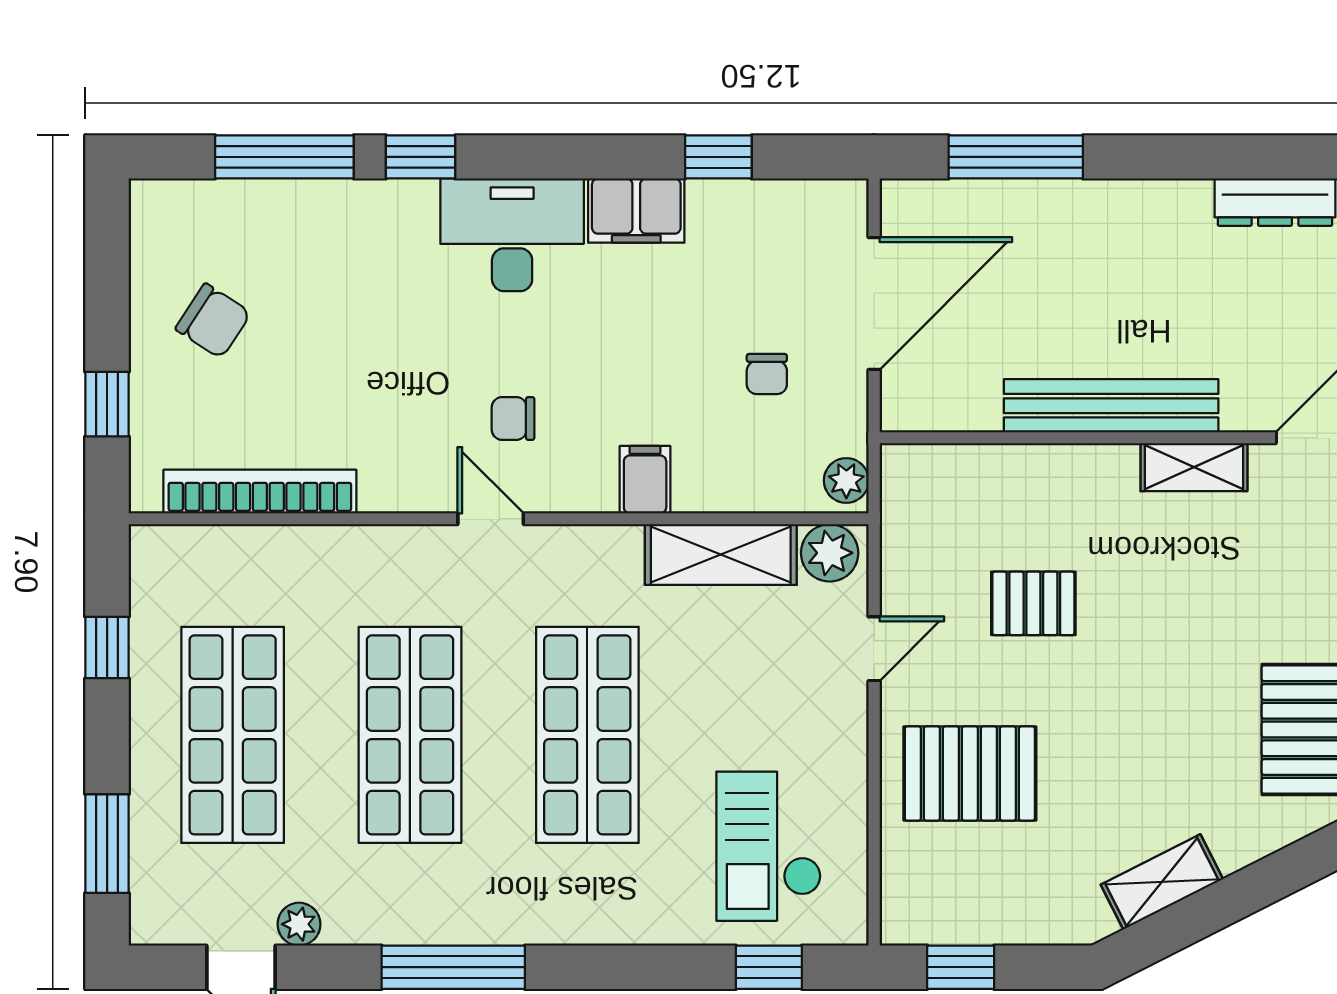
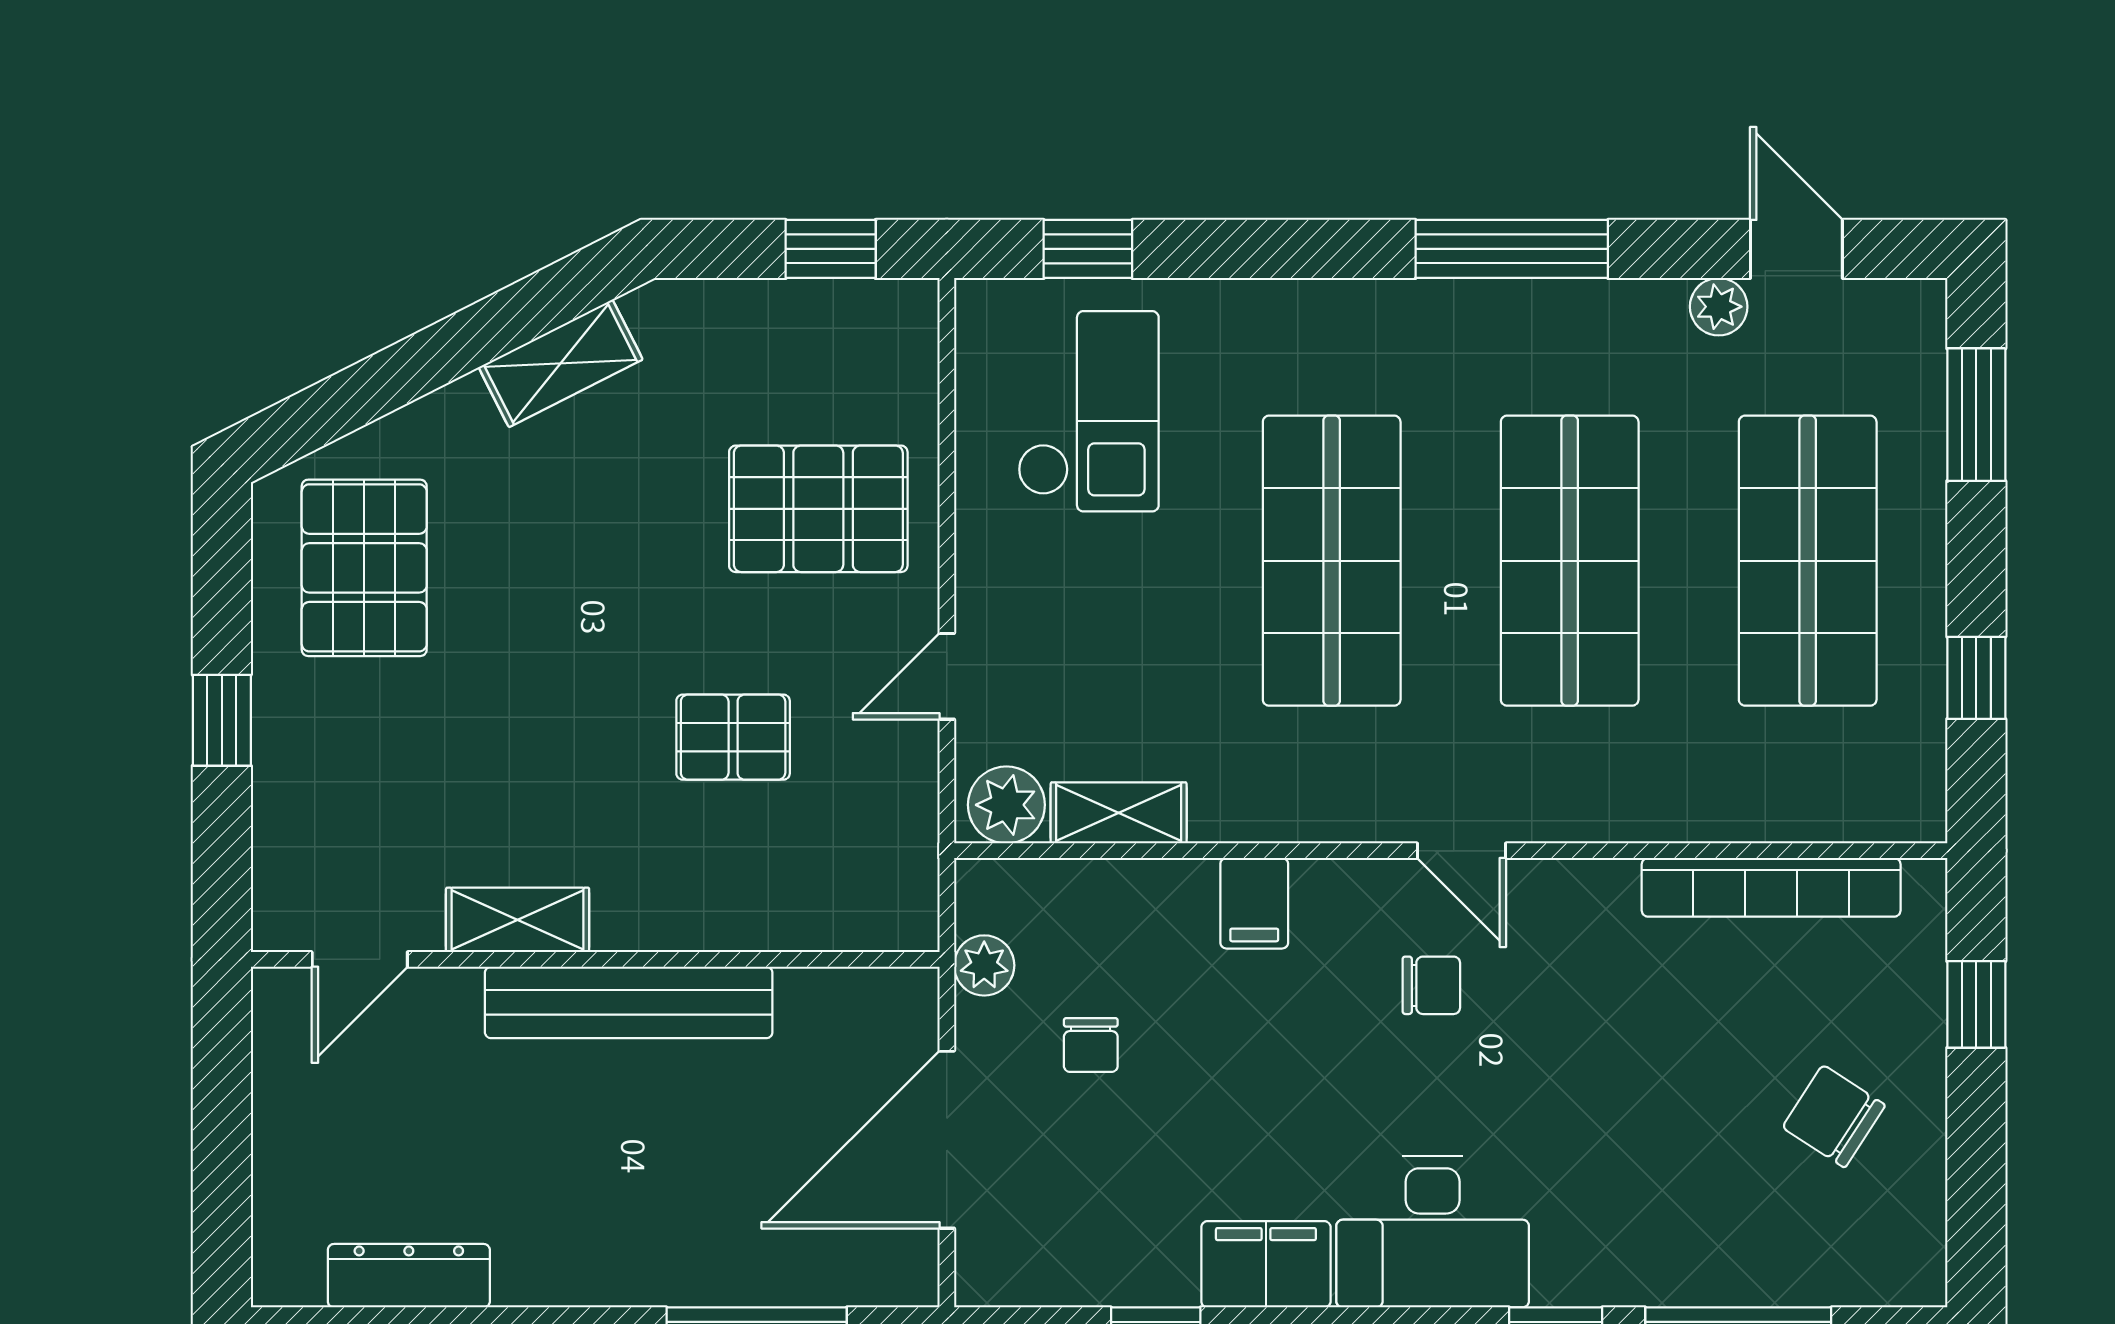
chair: (767, 374) -> (1091, 1045), turned 180
plant: (846, 480) -> (984, 965), moved
shelving: (721, 555) -> (1119, 813), width x0.67, depth x0.75

